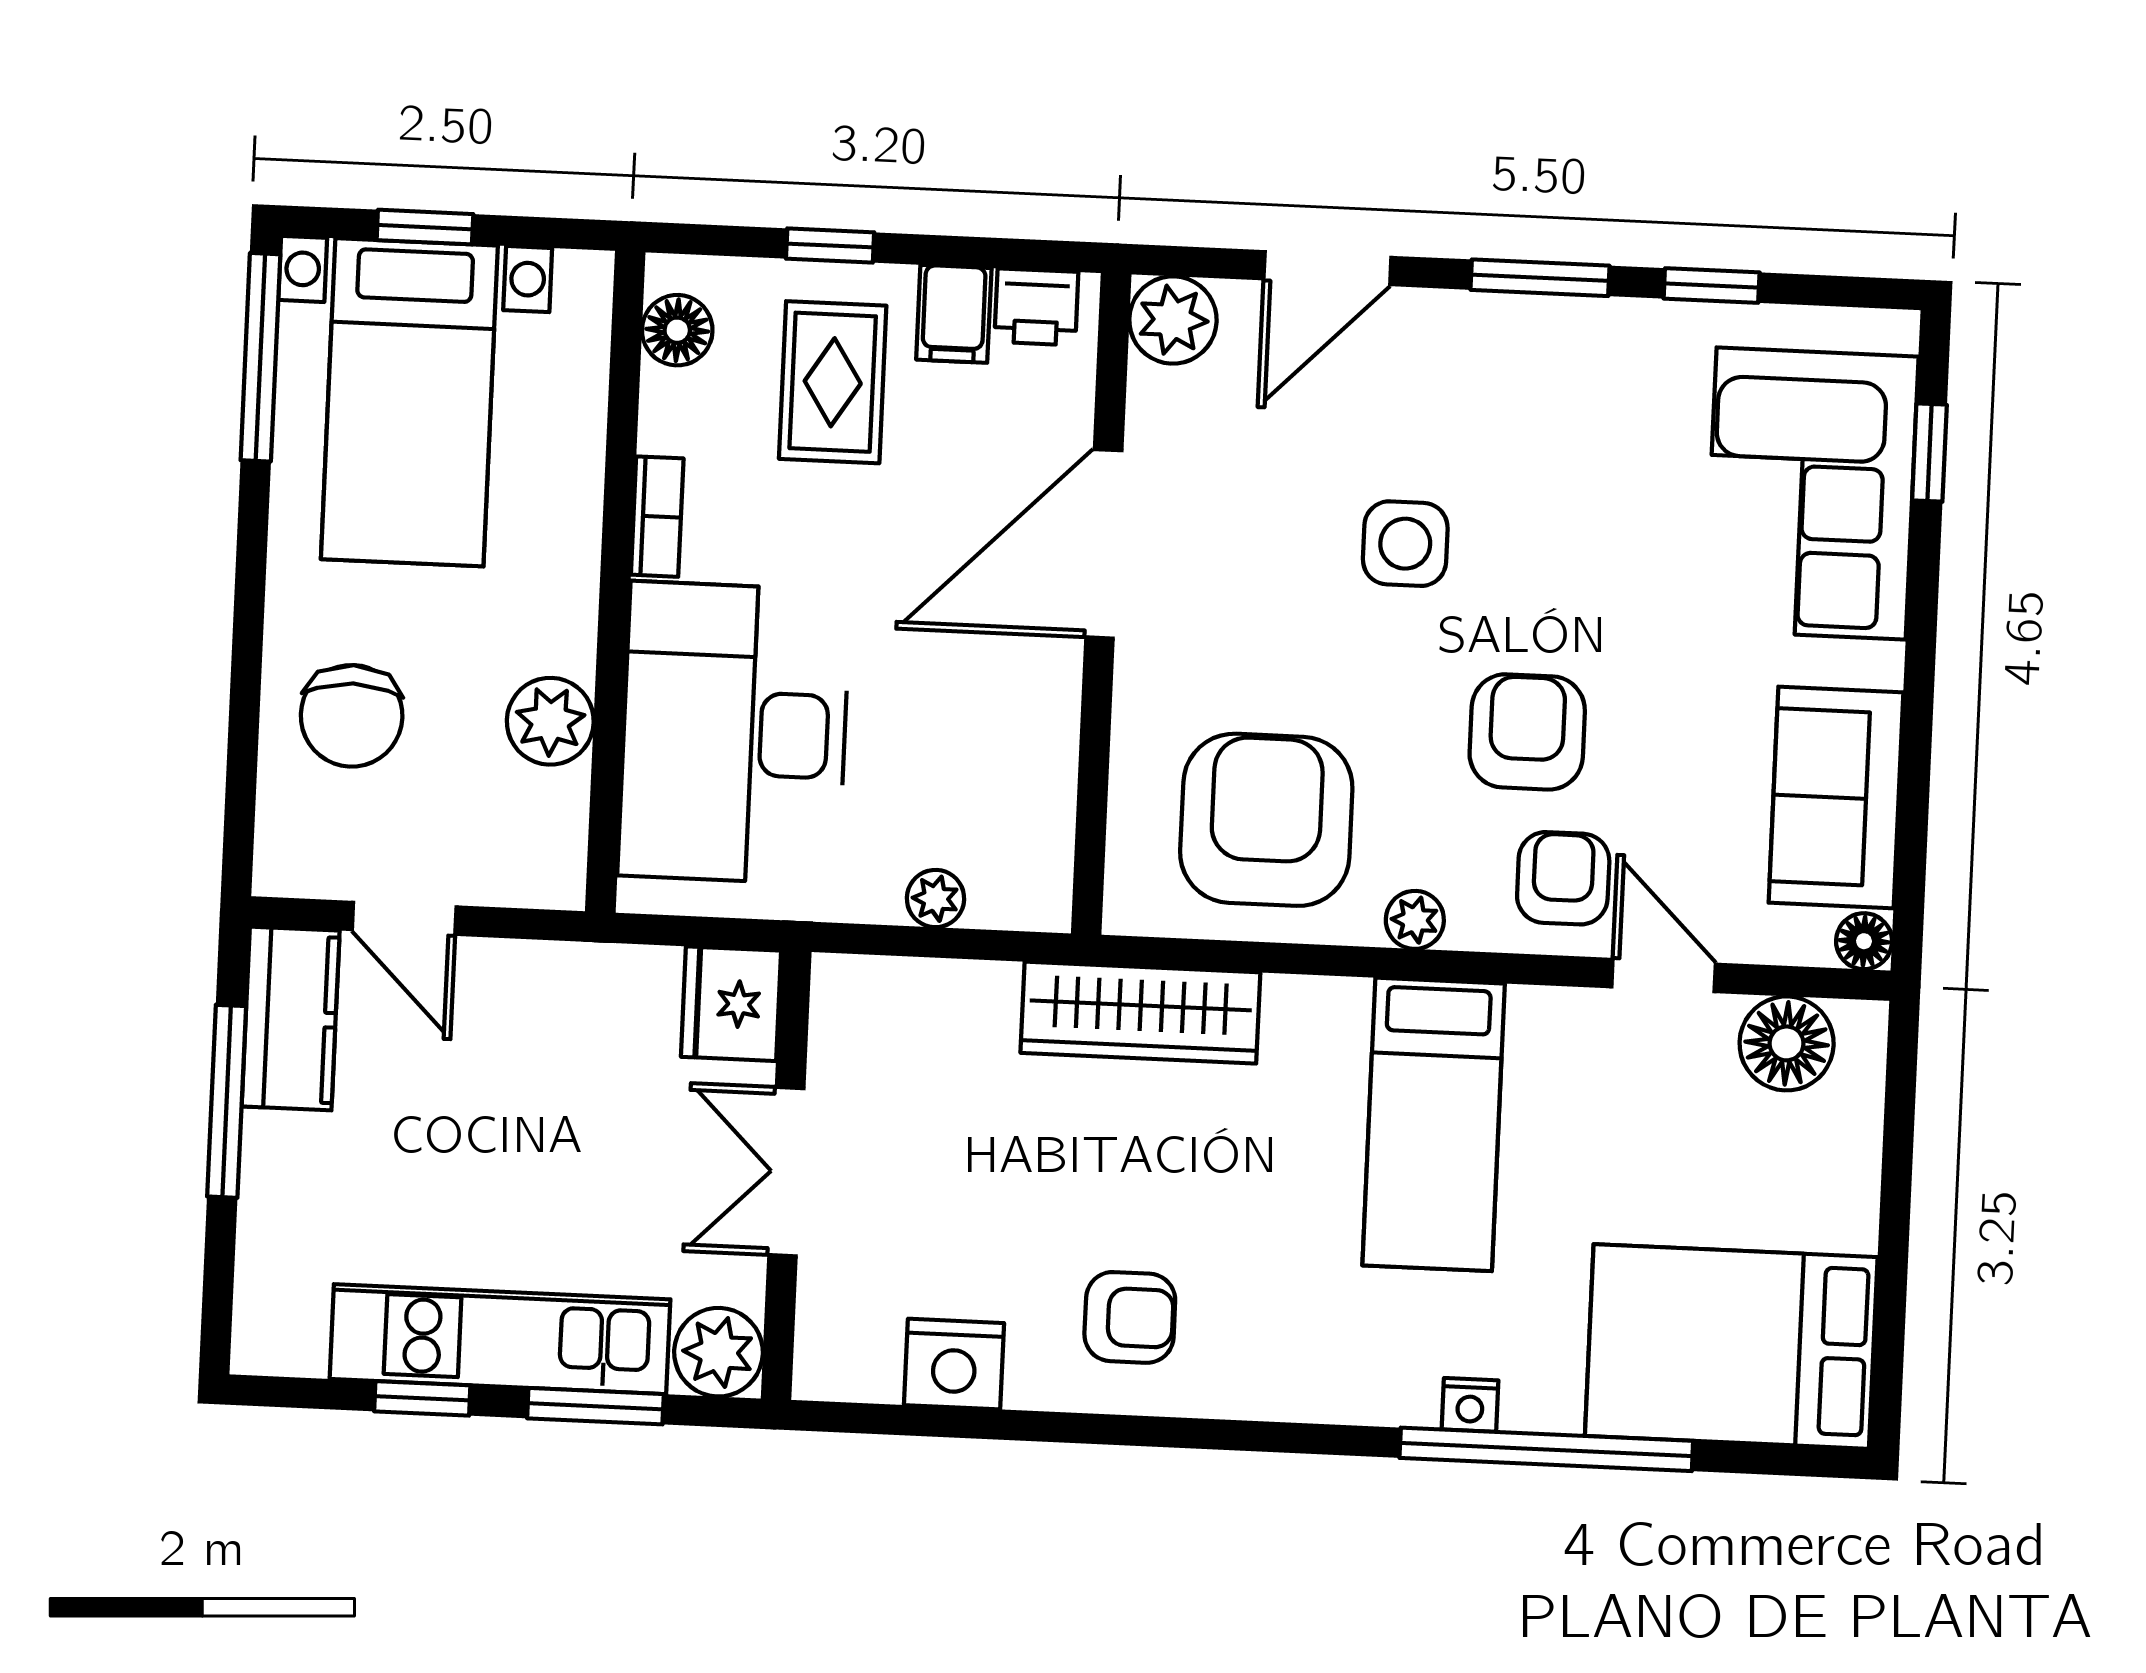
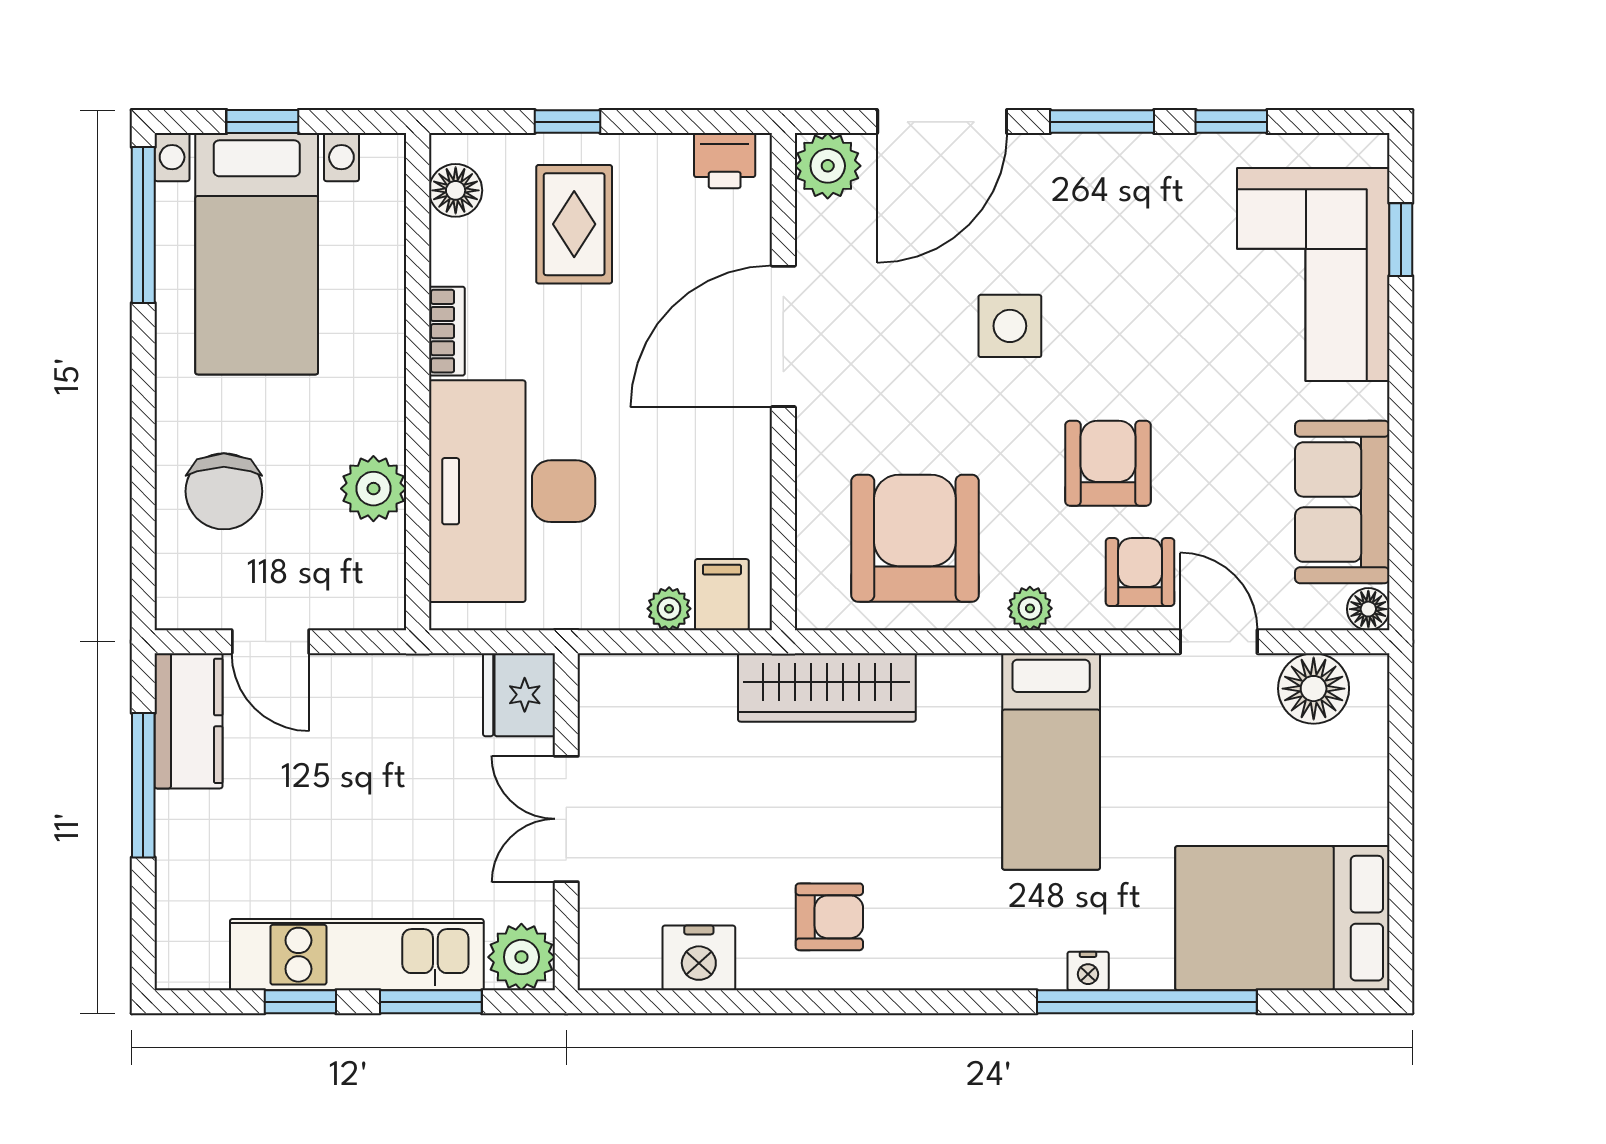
door: (1327, 268) -> (942, 122), width x1.36
filing cabinet: (954, 314) -> (722, 595), moved, turned 180

